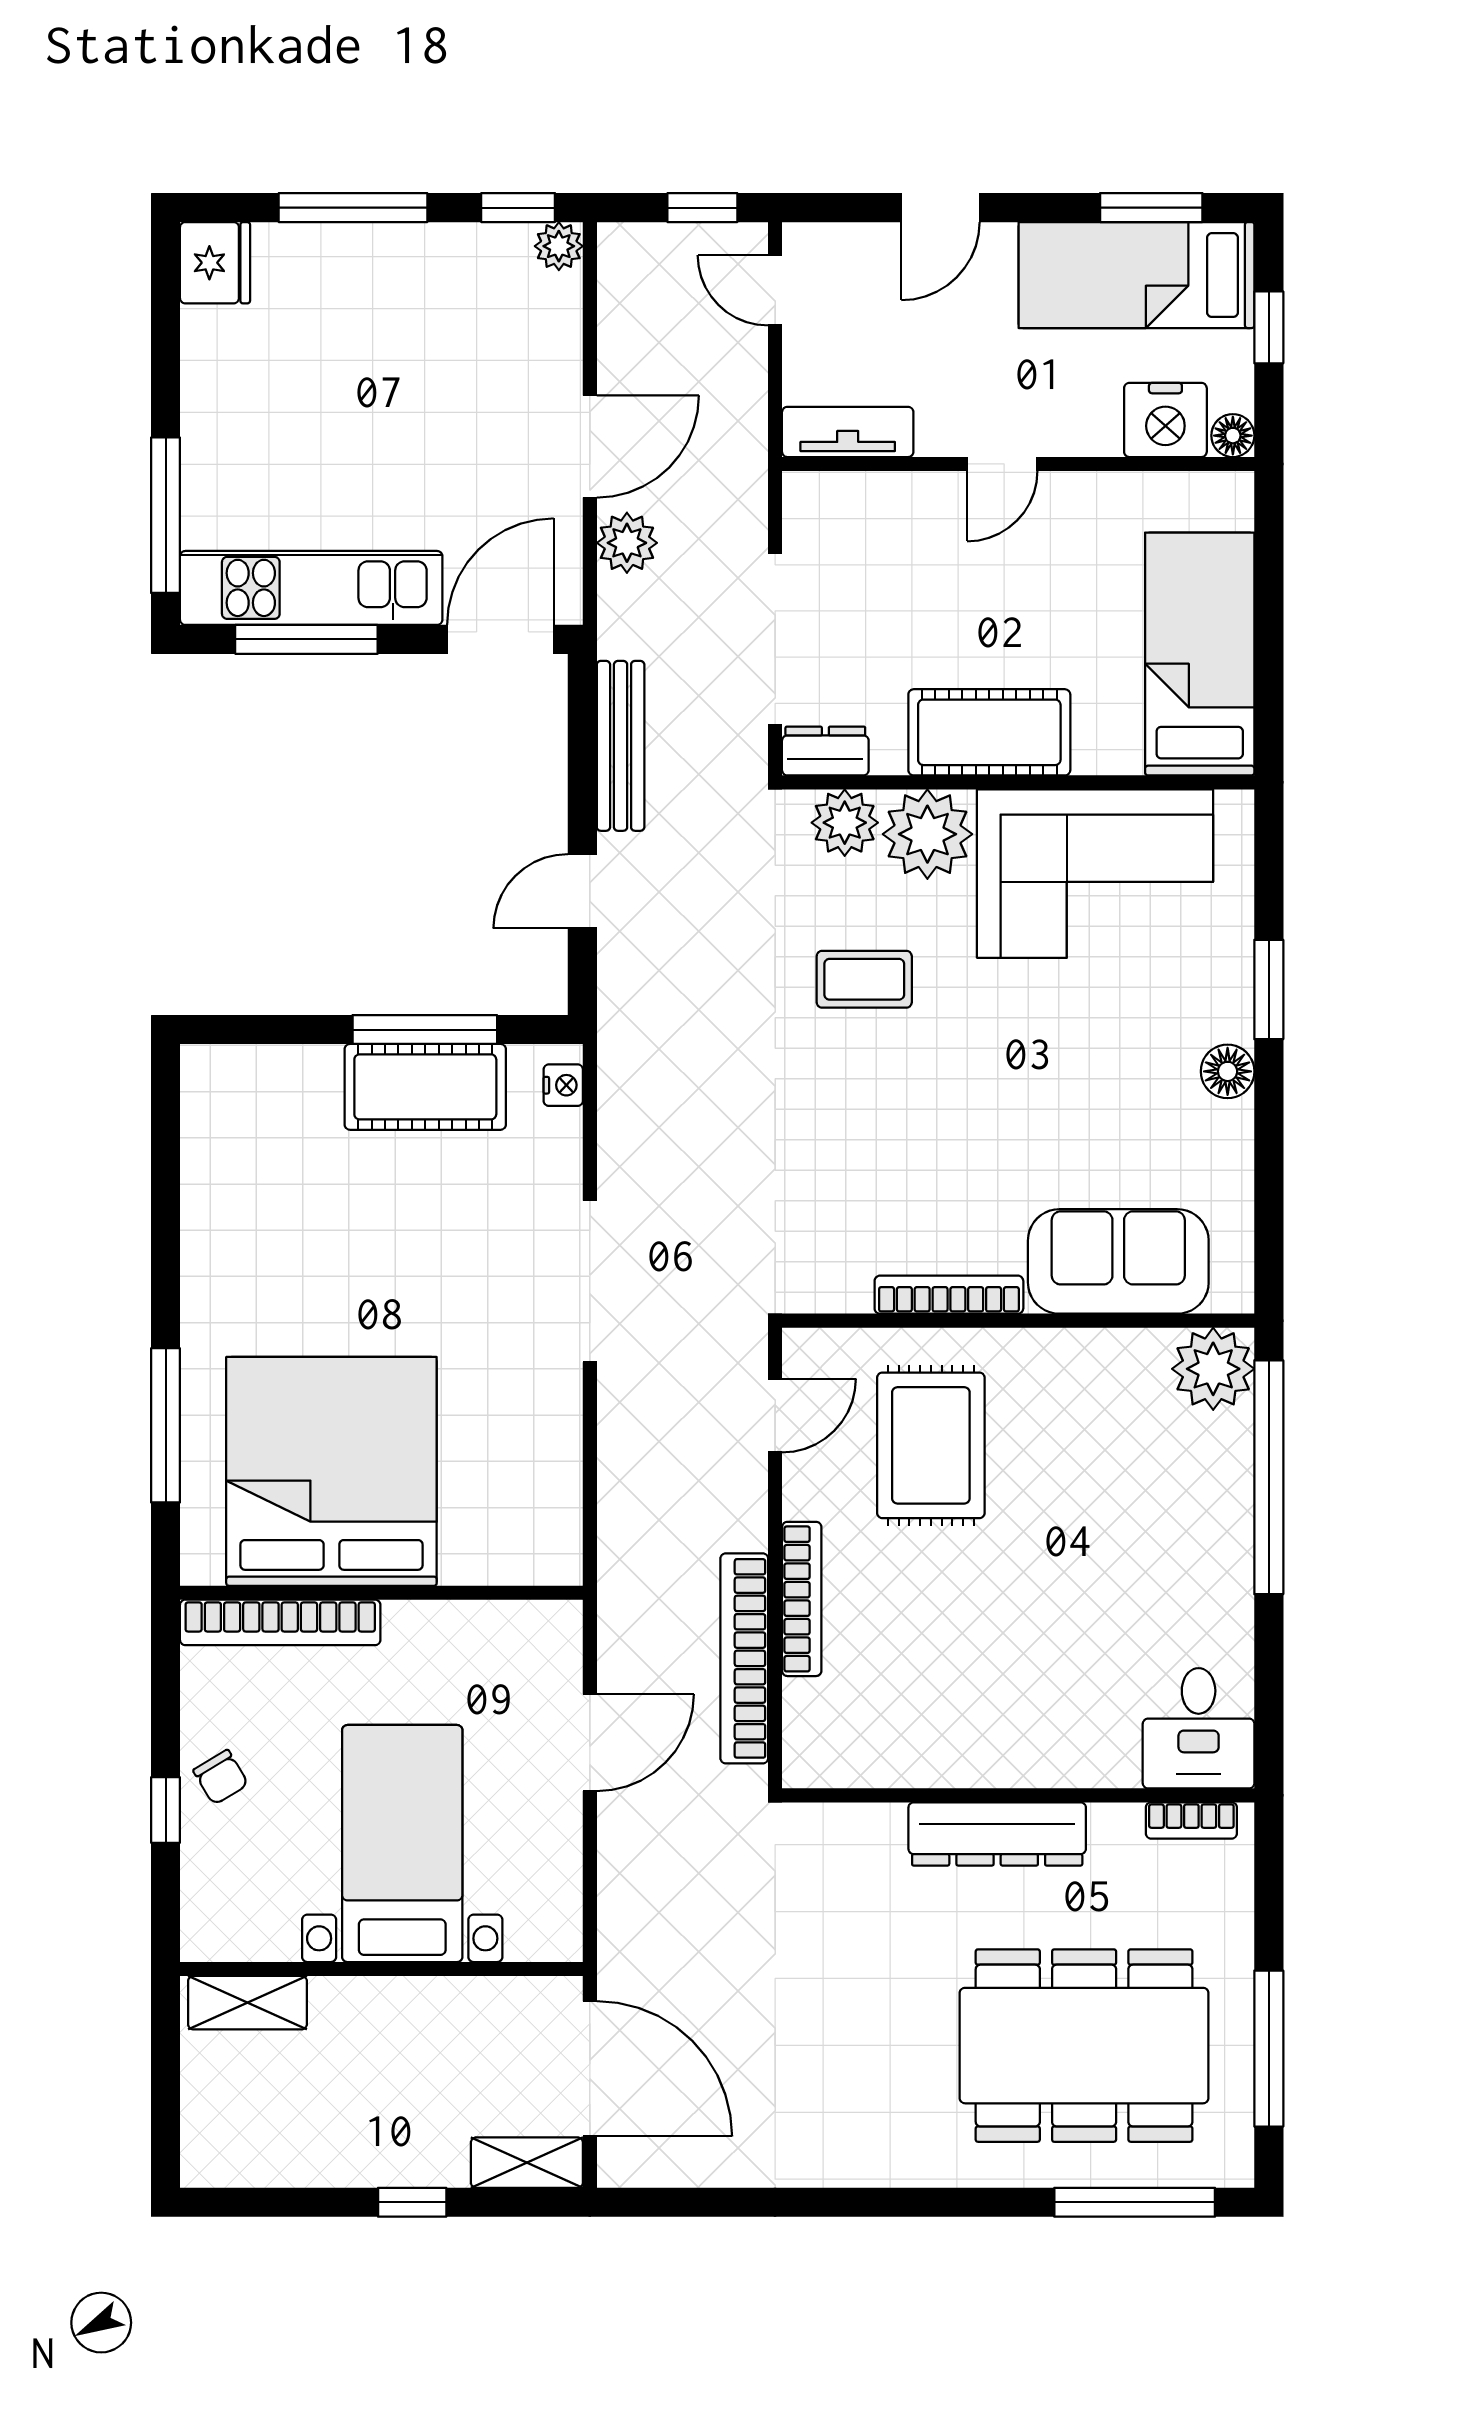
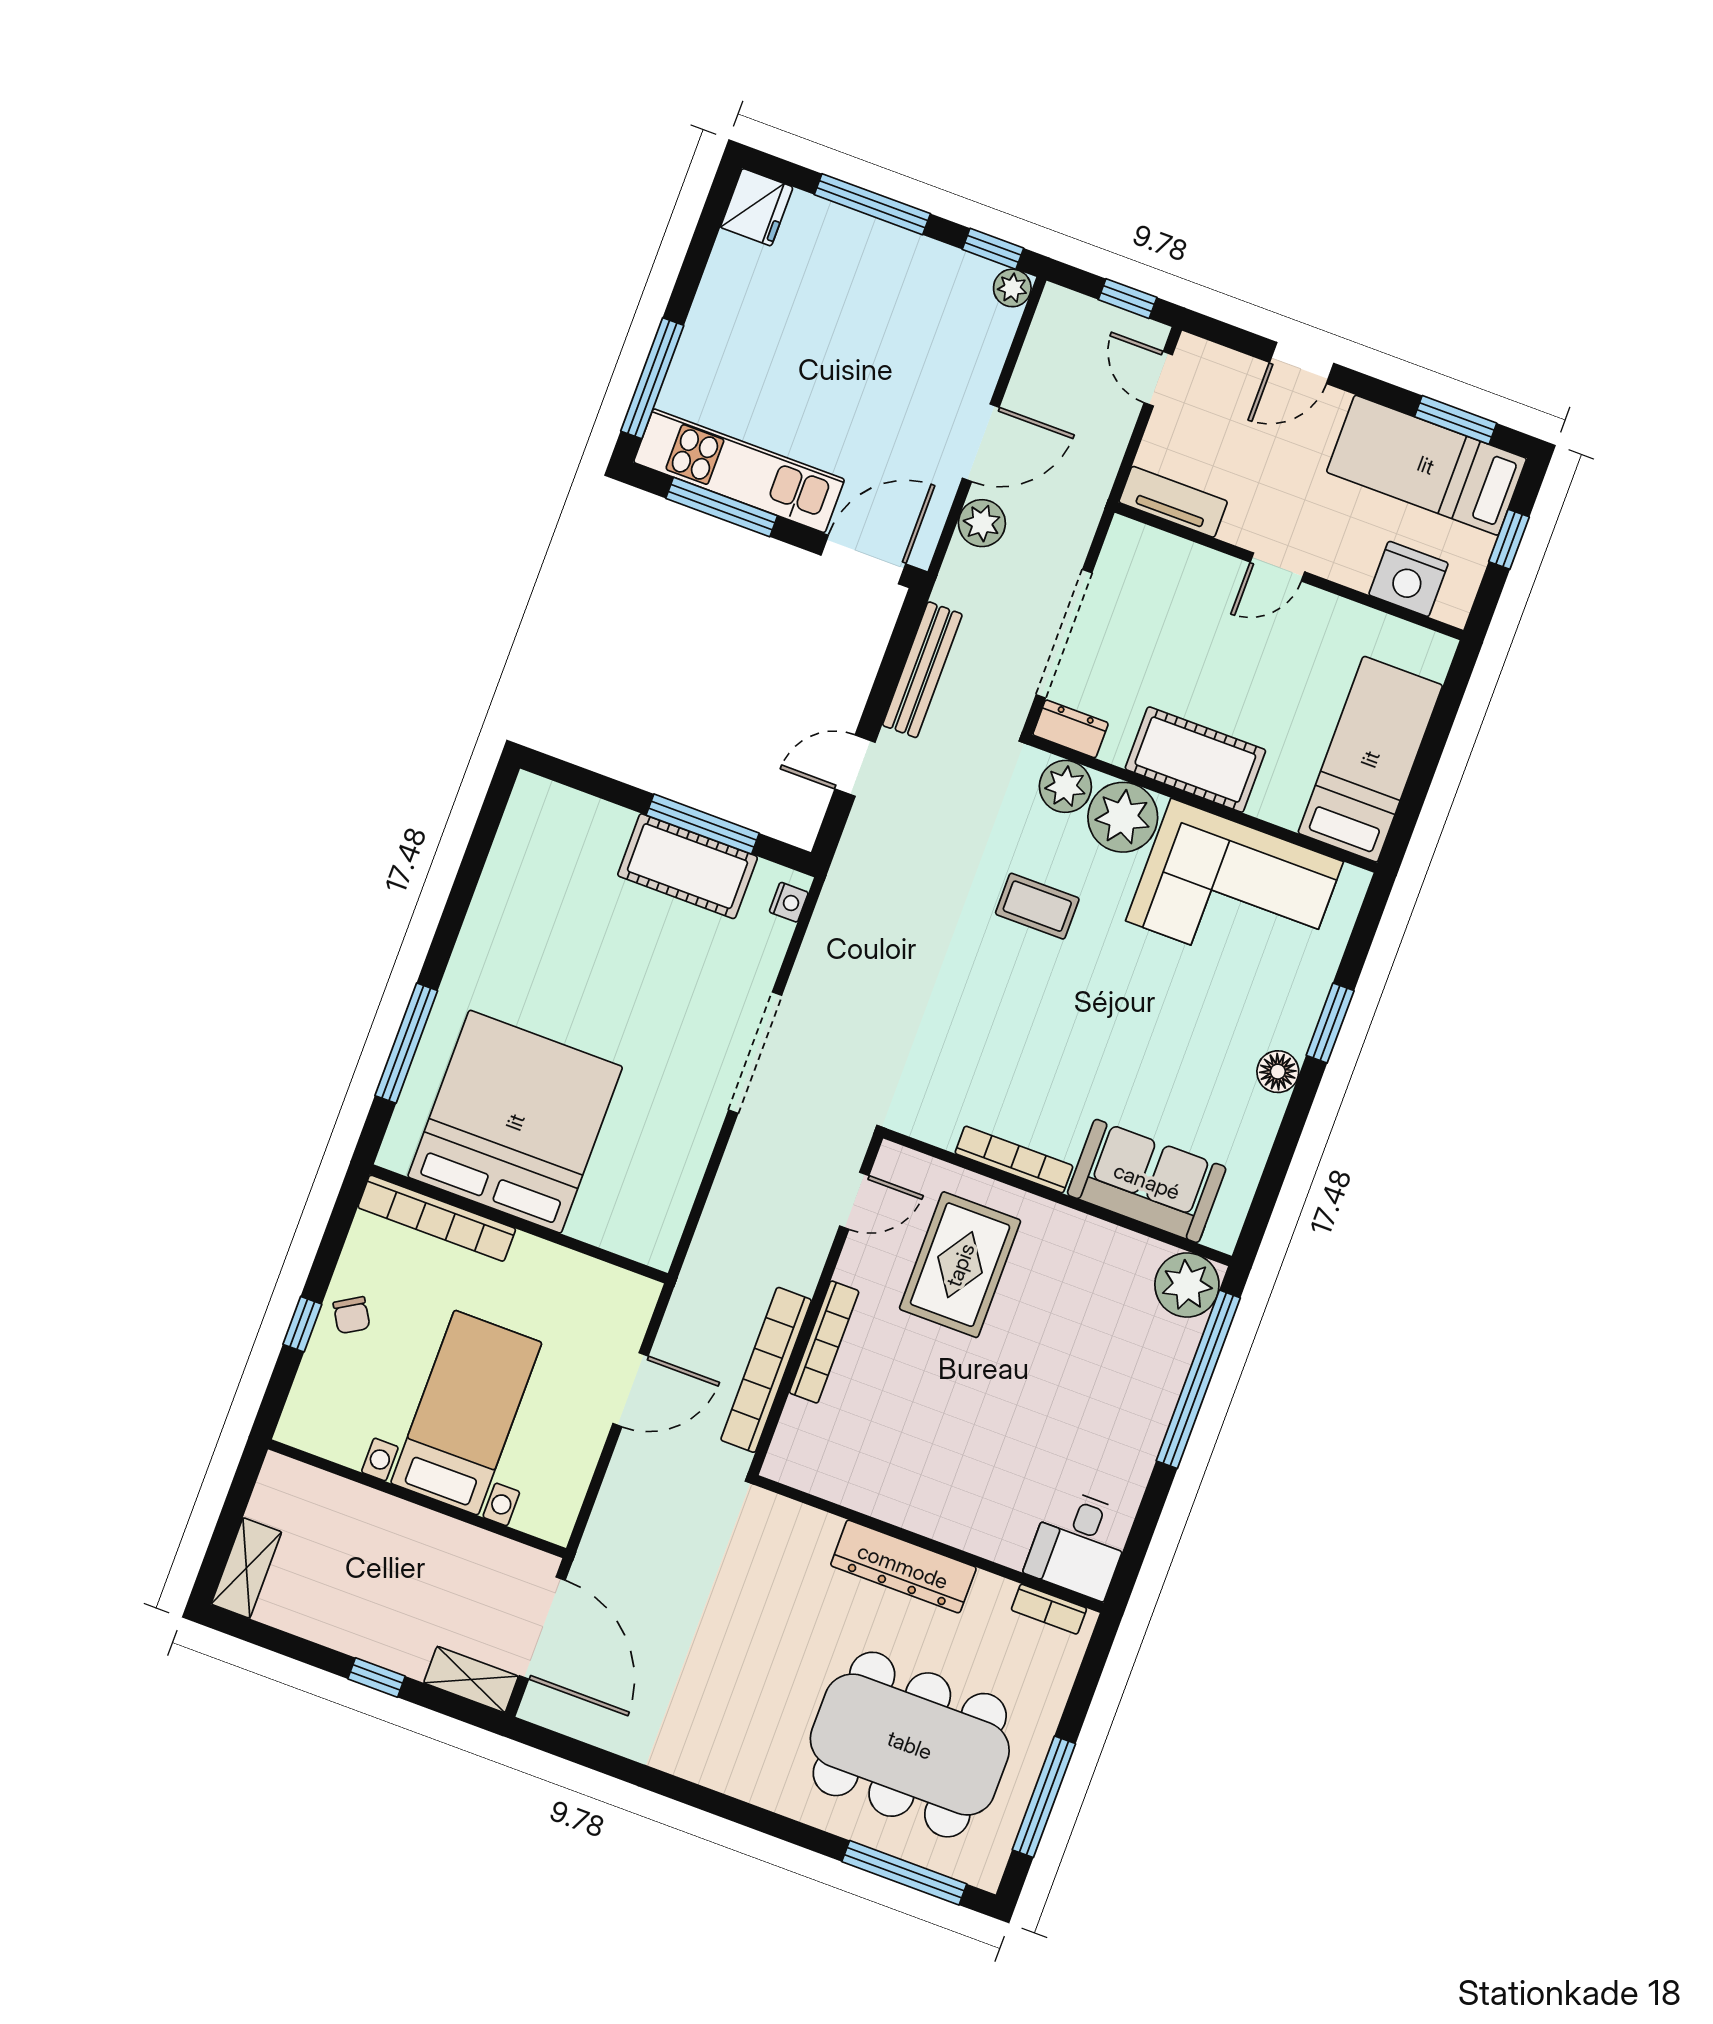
floor lamp: (1233, 436) -> (1454, 609), removed
shelving: (247, 2003) -> (246, 1568), moved, turned 90

